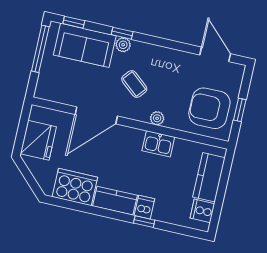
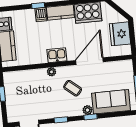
window: (74, 22) -> (61, 120), moved
armchair: (209, 108) -> (21, 89), removed
kitchen sink: (158, 144) -> (57, 55), moved

